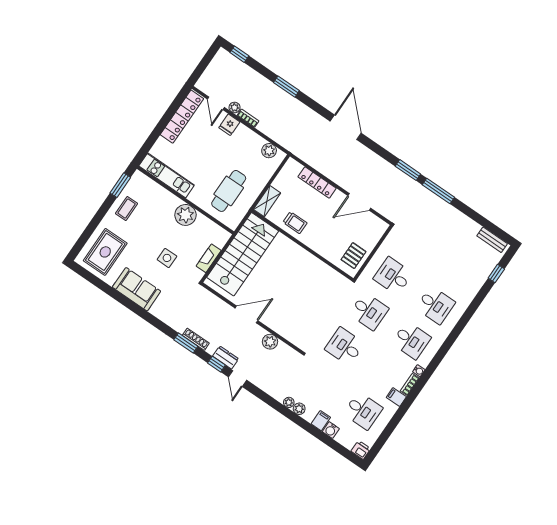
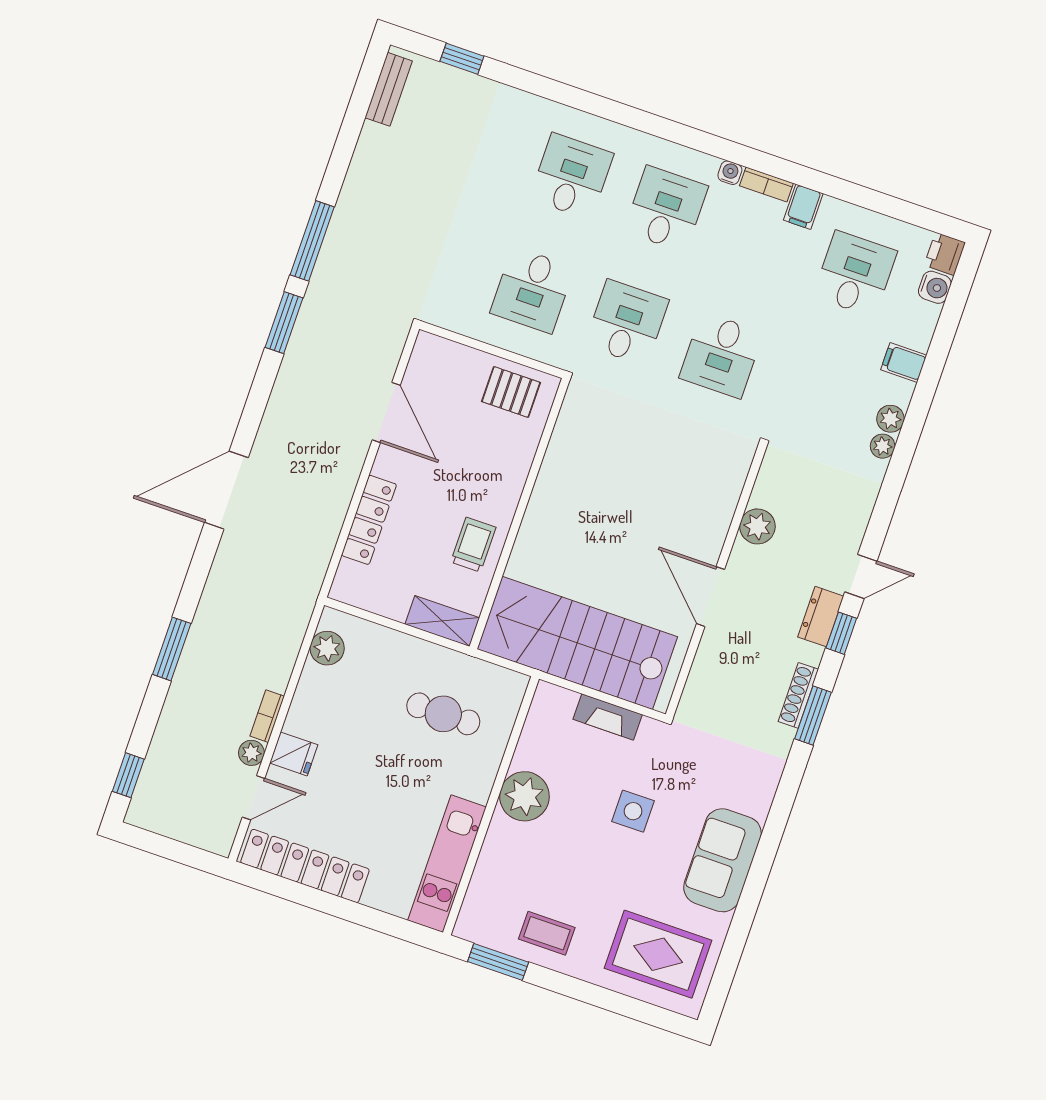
cafe table: (229, 191) -> (443, 714), width x0.73, depth x0.74
water cooler: (331, 430) -> (935, 287), moved

